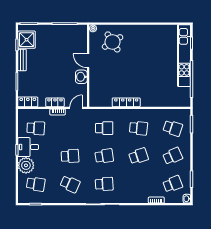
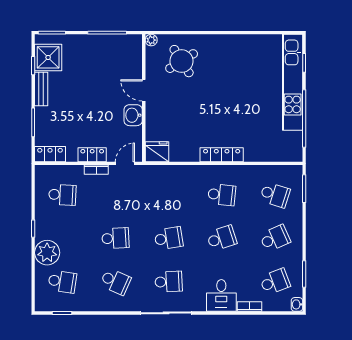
fridge: (97, 100) -> (157, 152), added
locker: (126, 102) -> (222, 155), moved
school desk: (104, 128) -> (169, 195), removed
desk: (28, 147) -> (221, 295), moved, turned -90

